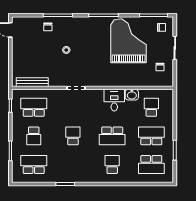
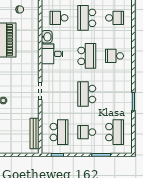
school desk: (34, 107) -> (59, 132), turned 180
school desk: (34, 136) -> (87, 132), turned 180
school desk: (73, 136) -> (87, 94), width x1.85
school desk: (34, 165) -> (115, 132), turned 180
school desk: (151, 165) -> (115, 18), width x0.54

